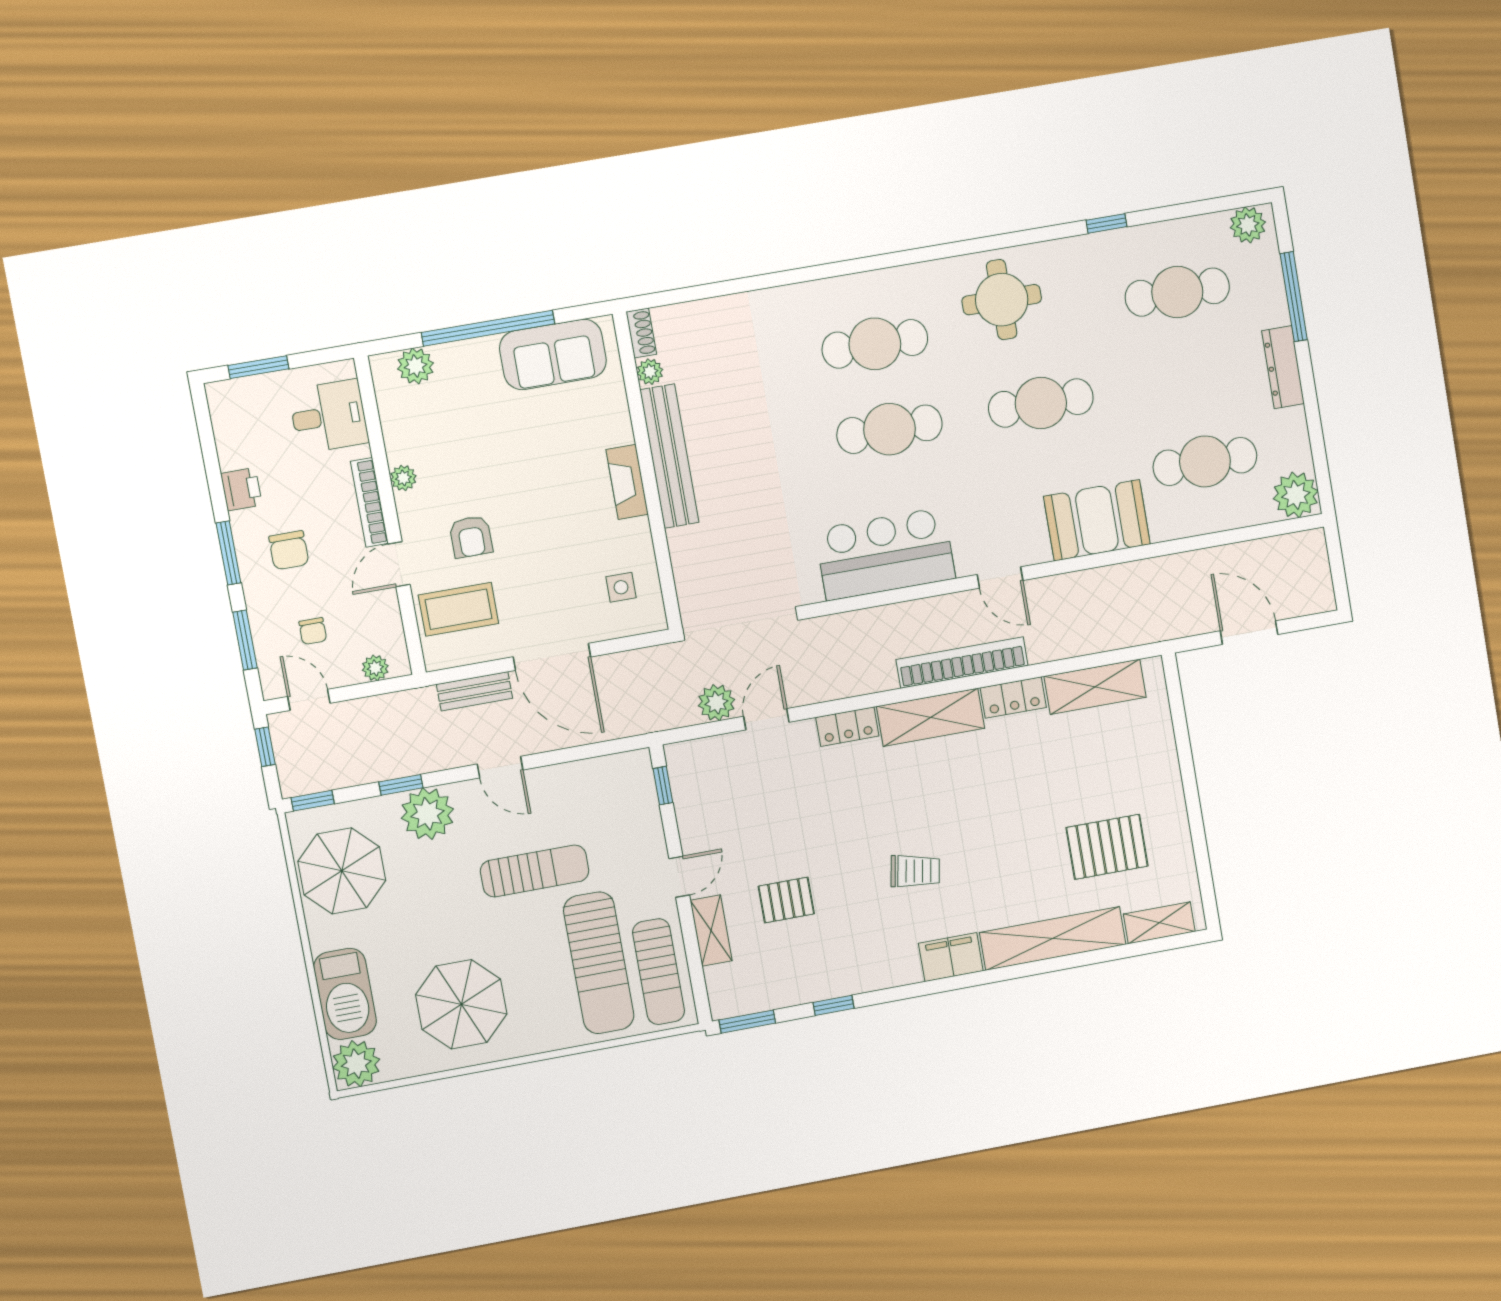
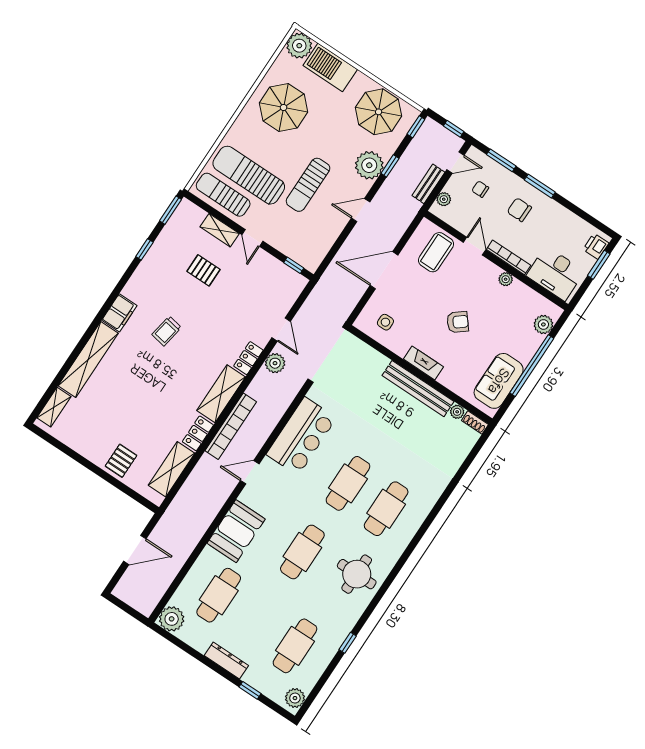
window: (1294, 297) -> (250, 690), width x0.46
desk: (329, 416) -> (555, 273), width x1.37
printer: (241, 489) -> (596, 246), moved, turned 90
armchair: (471, 537) -> (458, 322), moved, turned 141
bench: (474, 691) -> (428, 184), moved
plant: (716, 703) -> (275, 363), moved
pallet: (1107, 847) -> (121, 461), moved, width x0.67, depth x0.71
pallet: (786, 900) -> (204, 270), turned 90

